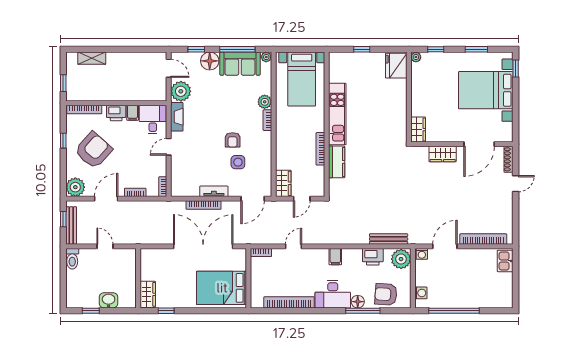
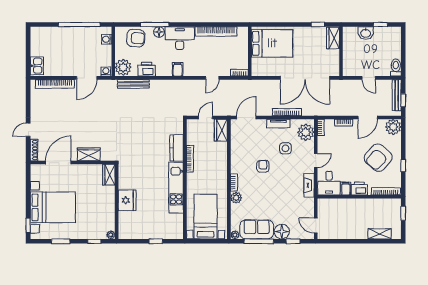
fridge: (396, 66) -> (127, 200), moved
plant: (181, 91) -> (306, 132), moved
side table: (238, 162) -> (285, 148), moved
double door: (203, 246) -> (305, 78), moved

